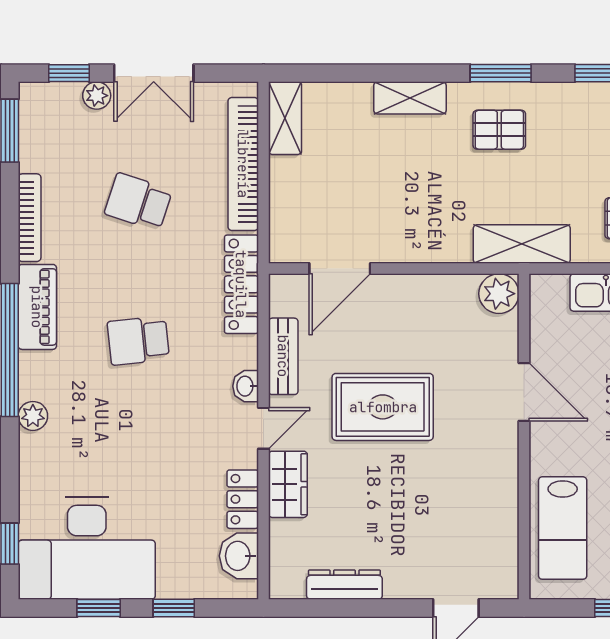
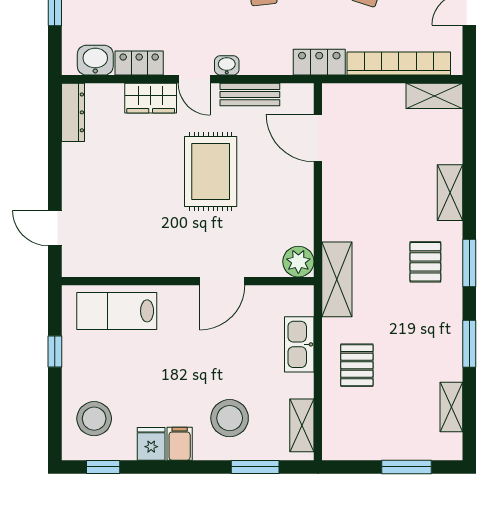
locker: (241, 284) -> (319, 62), width x0.66
dresser: (344, 585) -> (73, 112), moved

